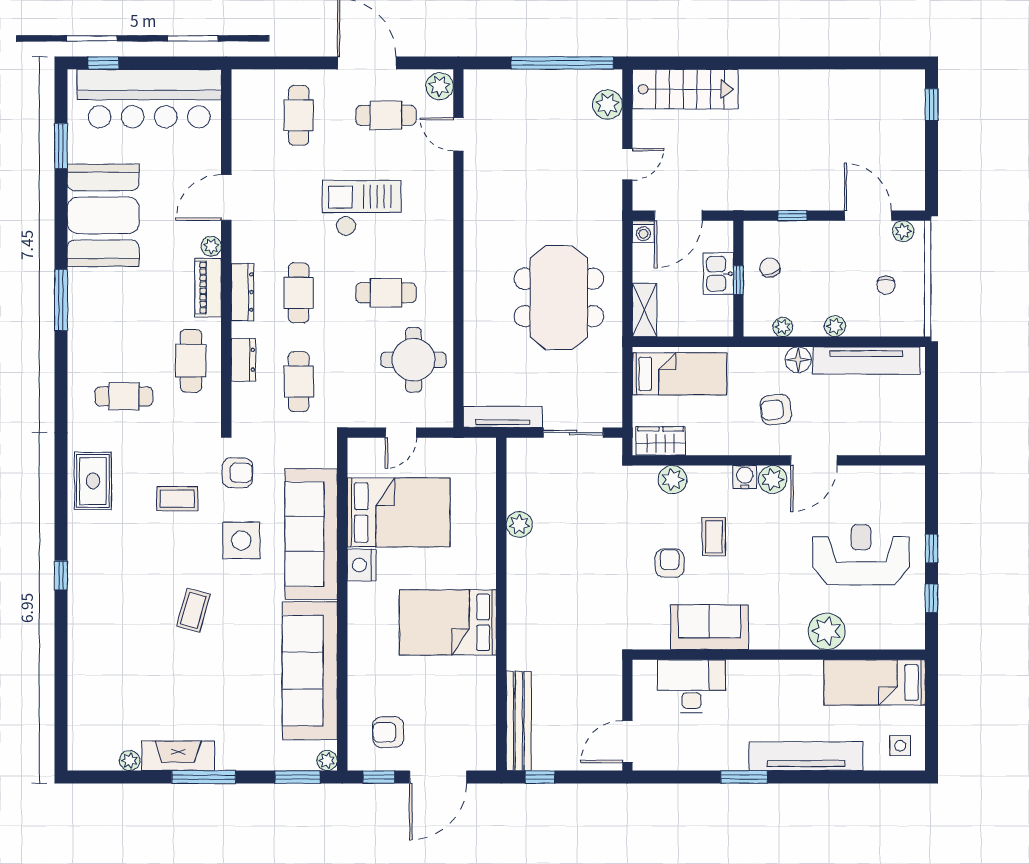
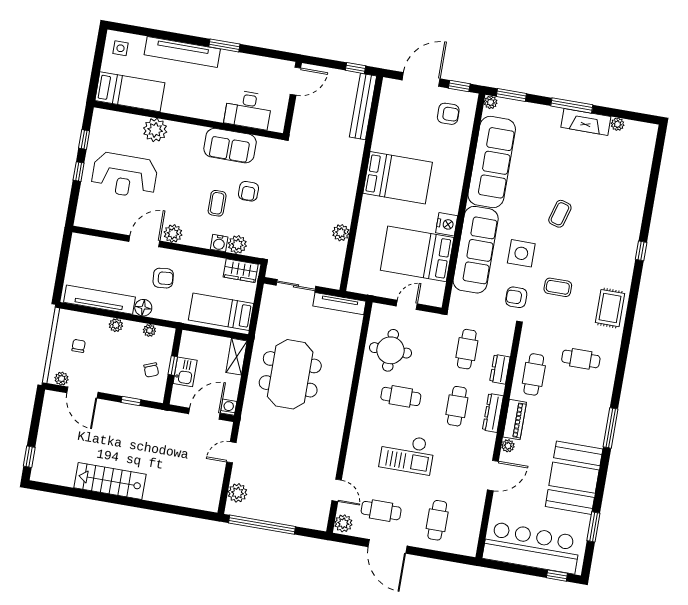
stairs: (685, 89) -> (110, 481), moved
water cooler: (745, 477) -> (219, 243), moved

